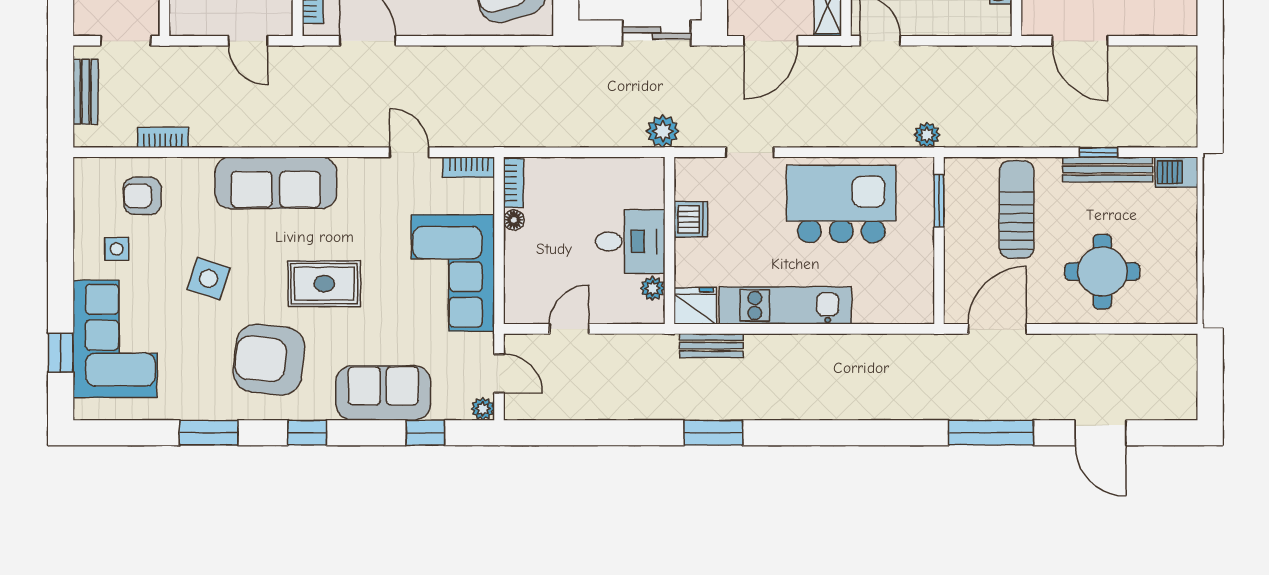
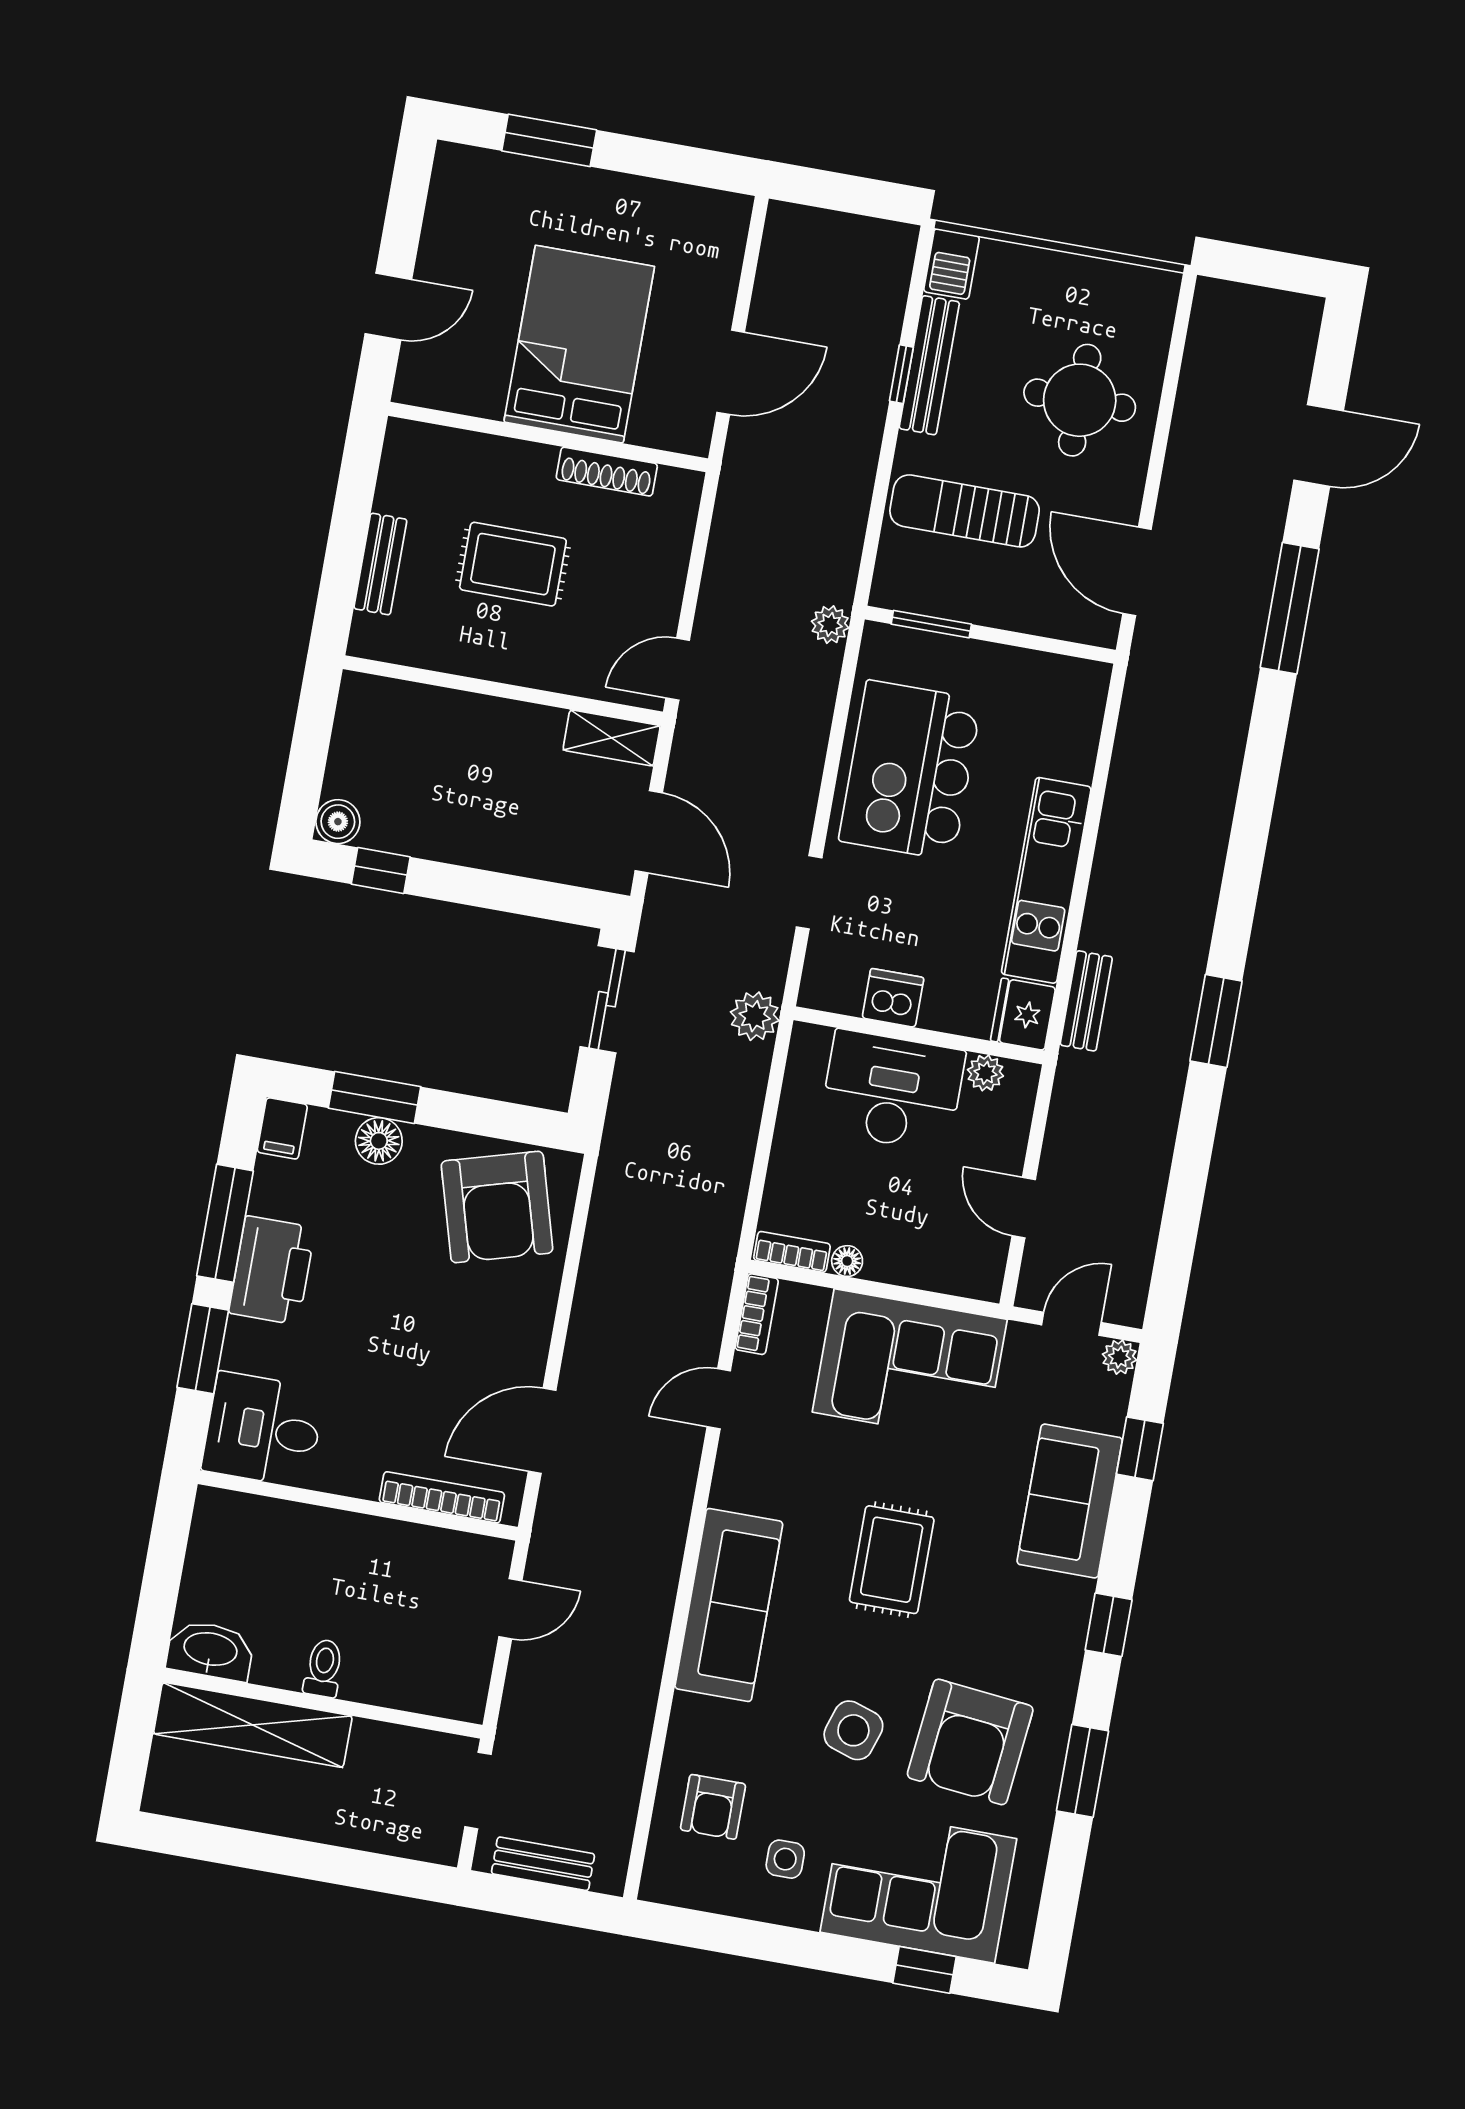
bookcase: (163, 137) -> (632, 1761), removed
desk: (630, 242) -> (892, 1091), width x1.37
armchair: (269, 360) -> (970, 1742), moved

